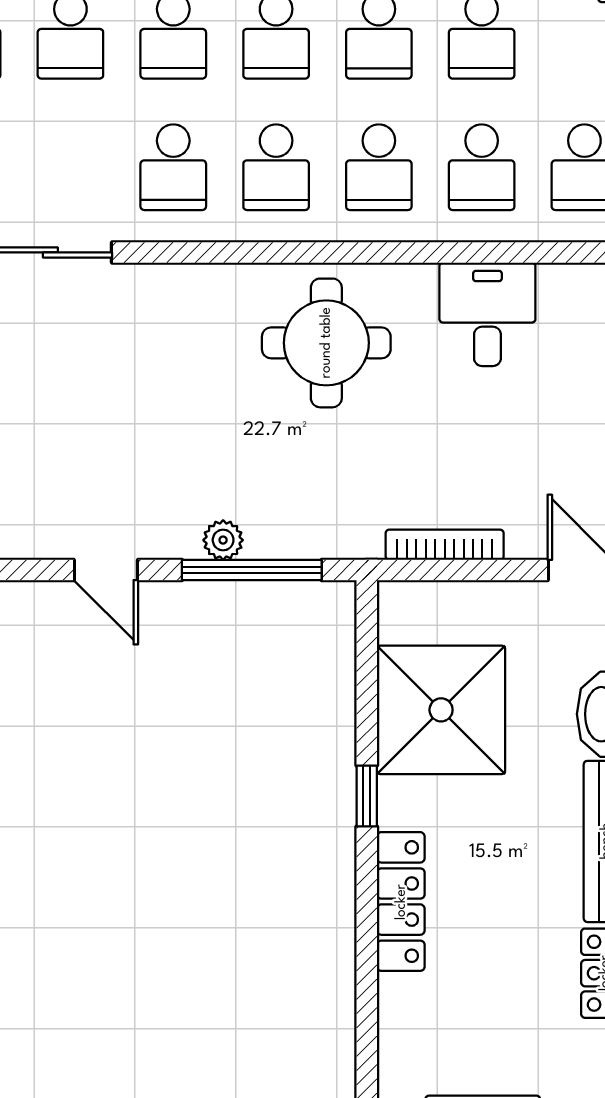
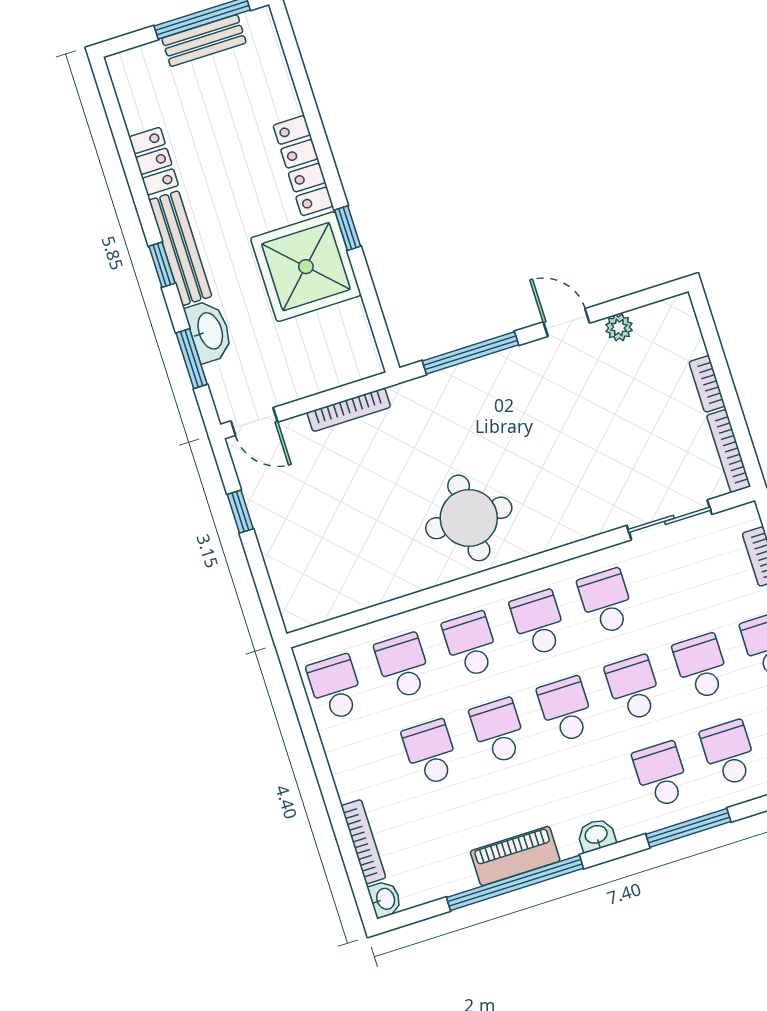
desk: (487, 314) -> (369, 570), removed
plant: (223, 540) -> (619, 327), moved
shower: (441, 710) -> (306, 267), moved

